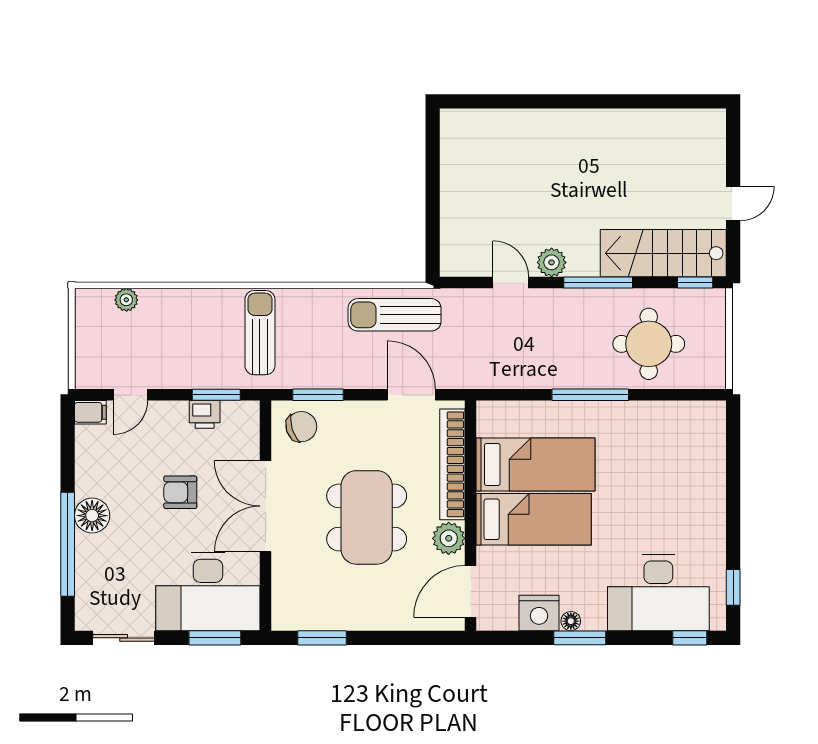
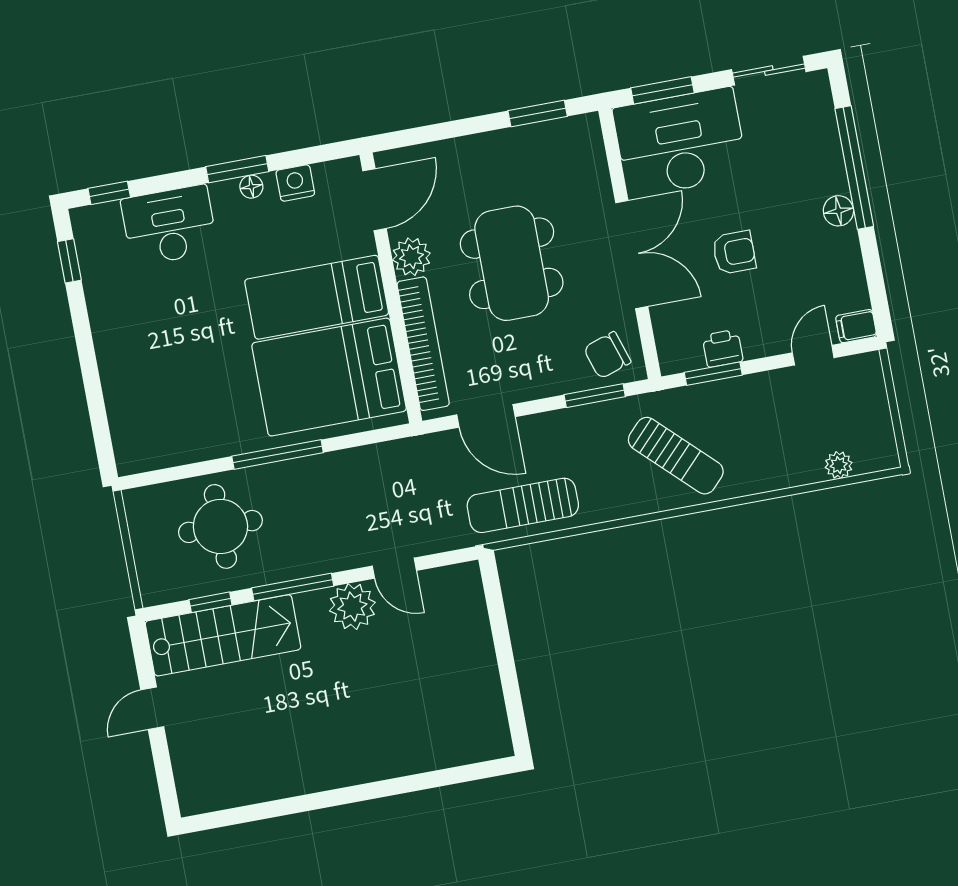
plant: (552, 262) -> (352, 607), width x1.36, depth x1.36
window: (695, 283) -> (210, 602), moved
sun lounger: (395, 315) -> (523, 505), turned 180
sun lounger: (260, 333) -> (676, 456), turned -46
bed: (536, 465) -> (329, 377), width x1.50
floor lamp: (92, 516) -> (838, 211), width x0.73, depth x0.73
desk: (658, 593) -> (169, 225), width x0.73, depth x0.77
nightstand: (539, 613) -> (295, 183), width x0.74, depth x0.75

